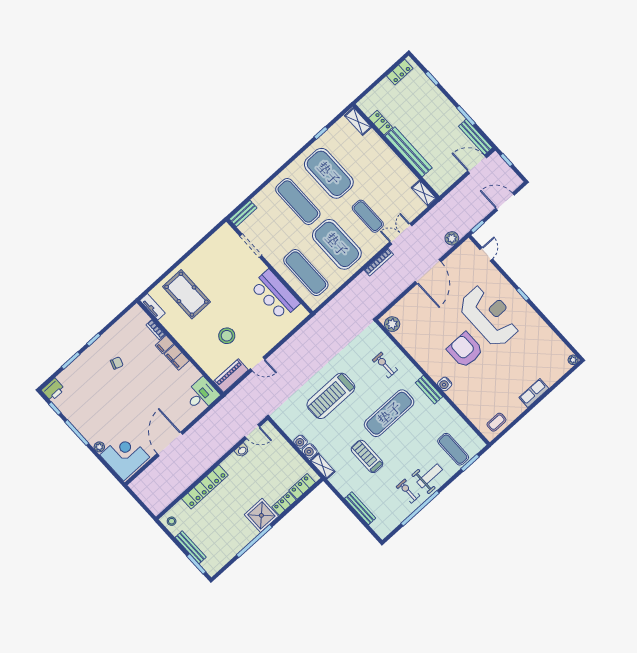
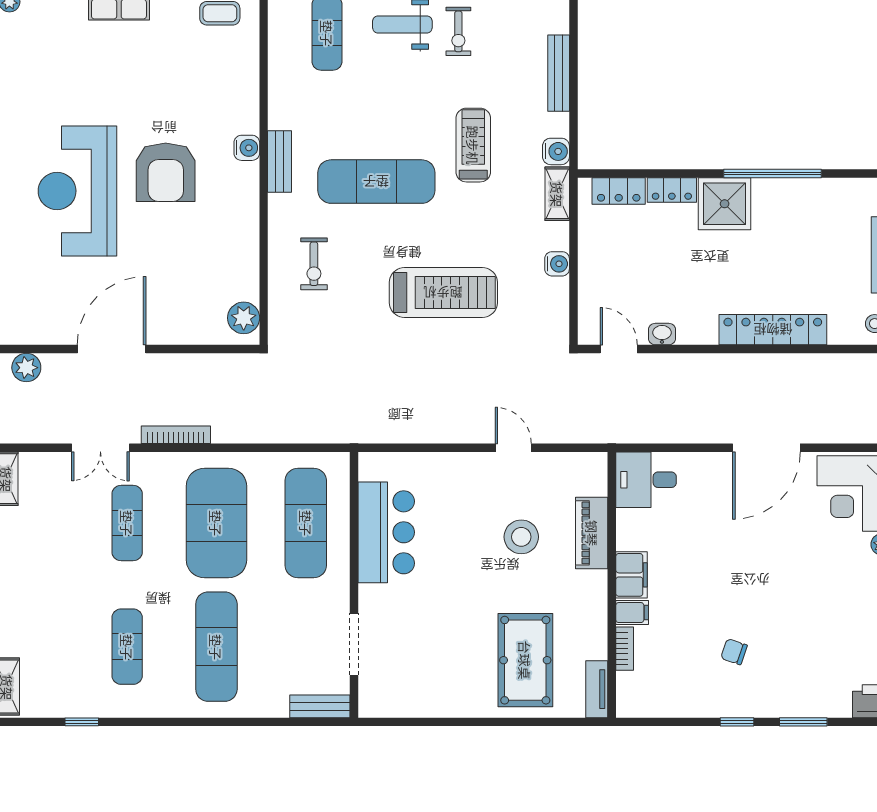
exercise mat: (329, 173) -> (127, 647), width x0.50, depth x0.69
piano: (231, 376) -> (592, 533), moved, turned 90
water cooler: (310, 451) -> (556, 151), moved
treadmill: (367, 456) -> (473, 145), turned 180

